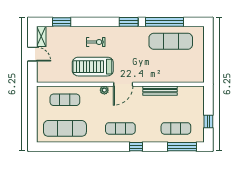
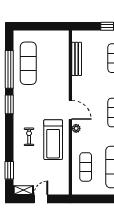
bench: (160, 91) -> (77, 59), moved

